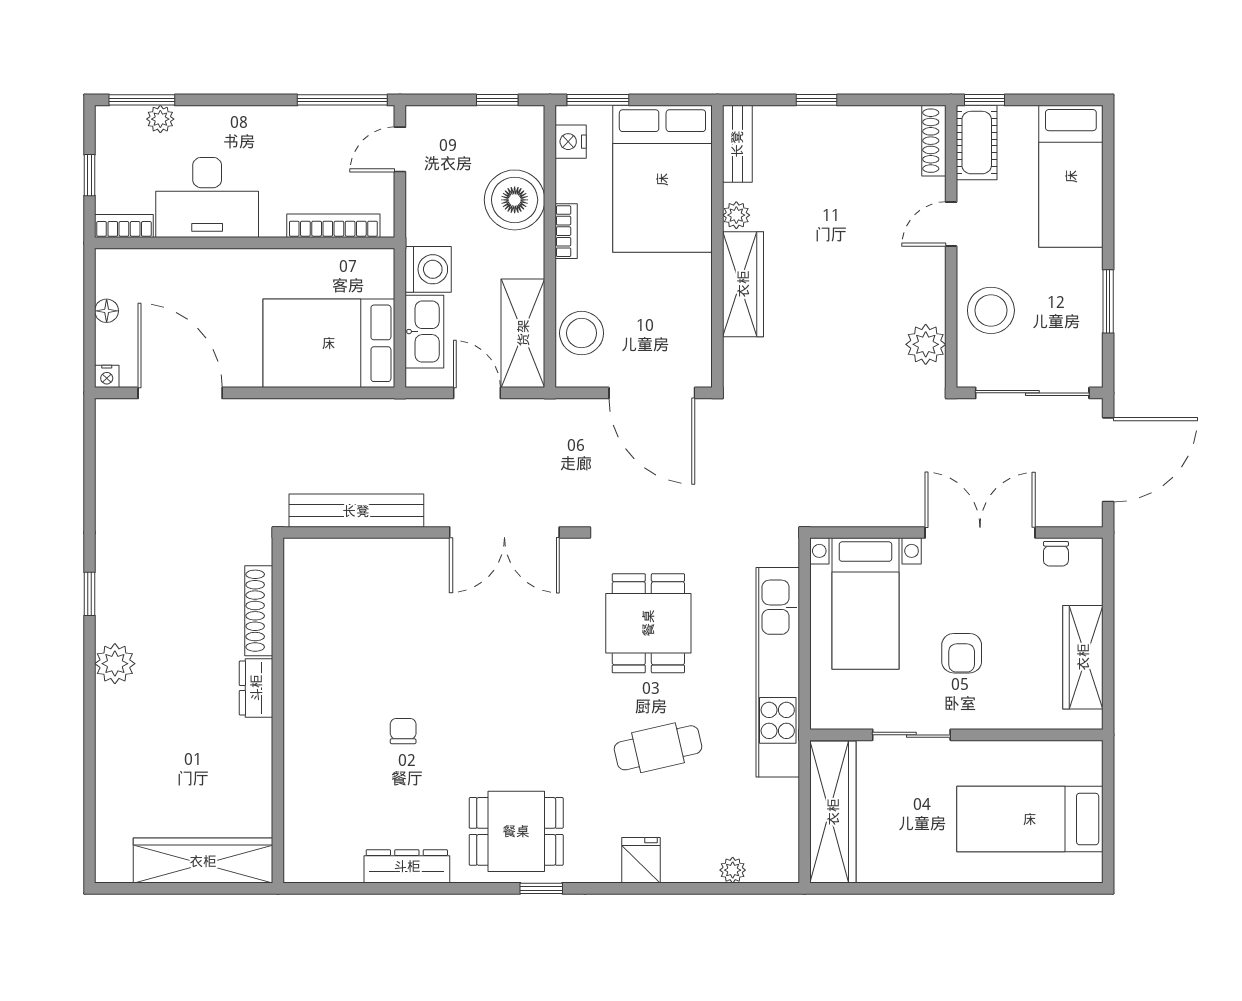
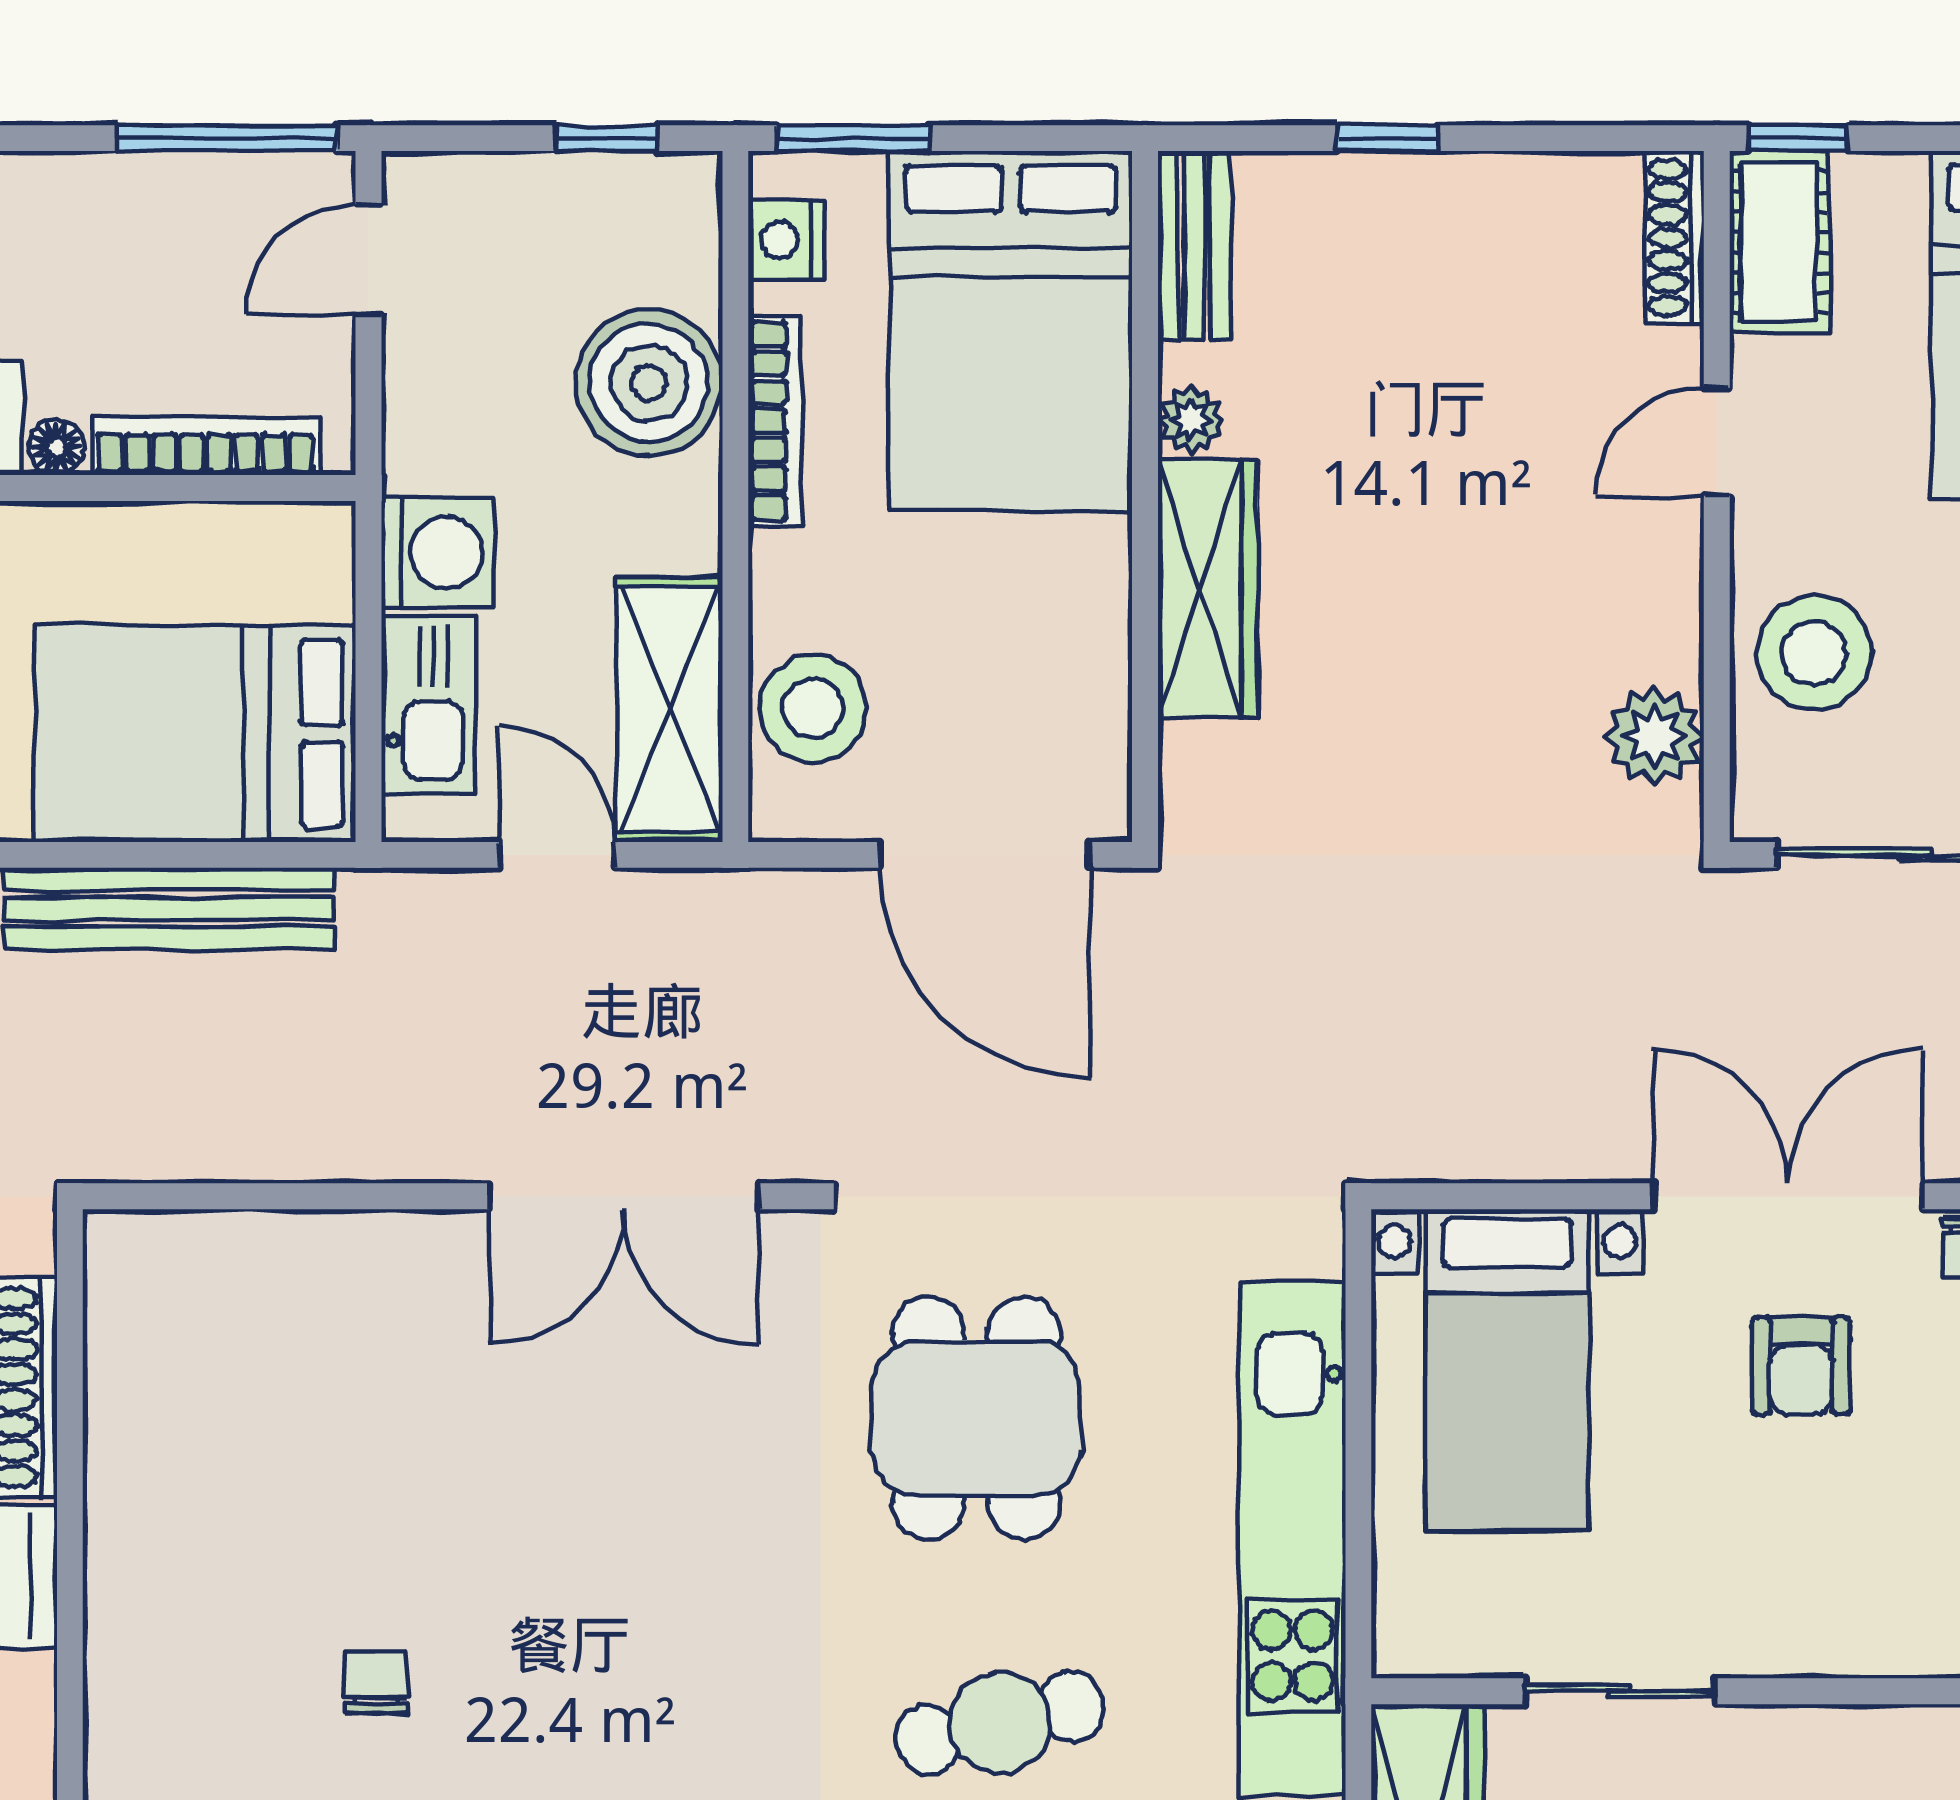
floor lamp: (273, 226) -> (57, 447), added
bookcase: (566, 231) -> (775, 421), width x1.56
bench: (356, 511) -> (169, 909), moved
armchair: (962, 653) -> (1801, 1366), moved

